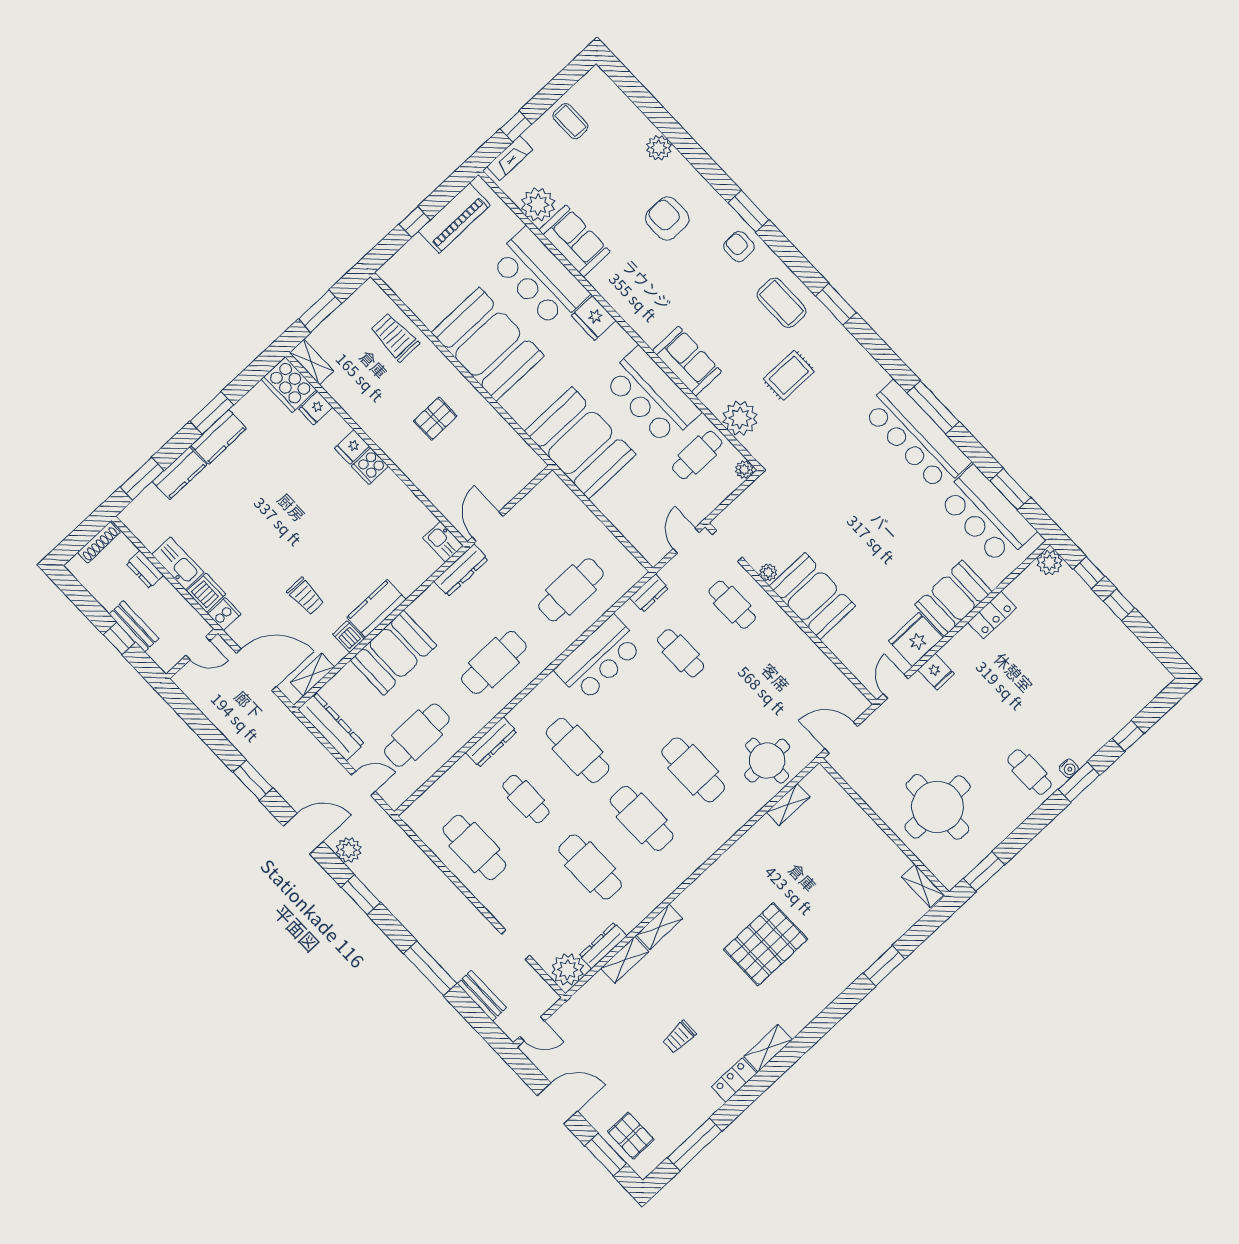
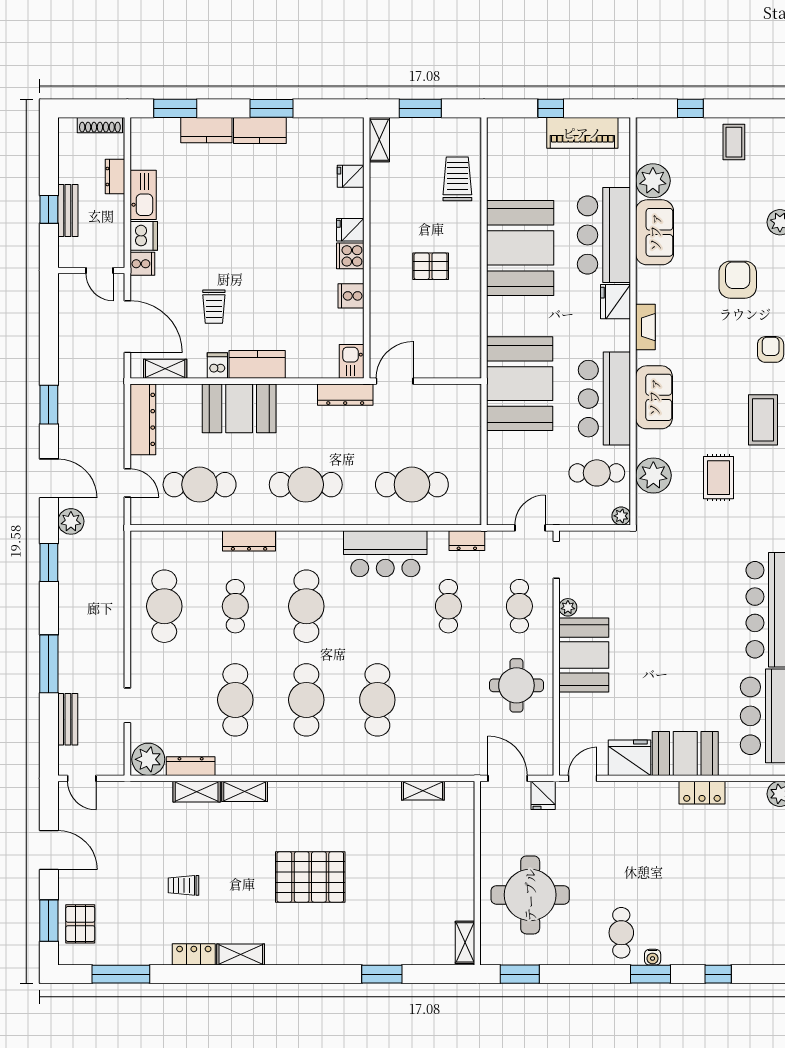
fireplace: (510, 158) -> (645, 327), moved, turned -90
rug: (789, 375) -> (718, 478), turned 90
cooker: (289, 385) -> (351, 296), moved, width x0.53, depth x0.76
fridge: (936, 672) -> (543, 795), moved
round table: (767, 761) -> (516, 685), moved

